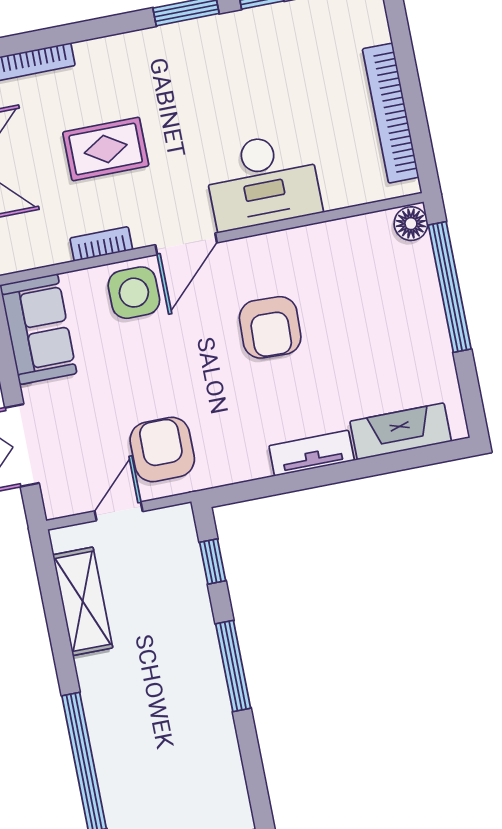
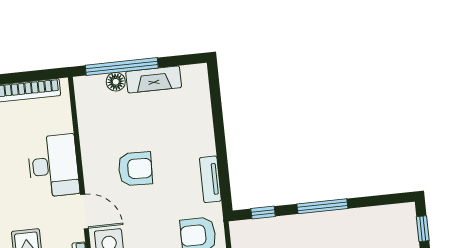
floor lamp: (411, 224) -> (116, 82), moved
fireplace: (401, 431) -> (154, 79), moved, turned -90
tv unit: (312, 453) -> (210, 179), moved

